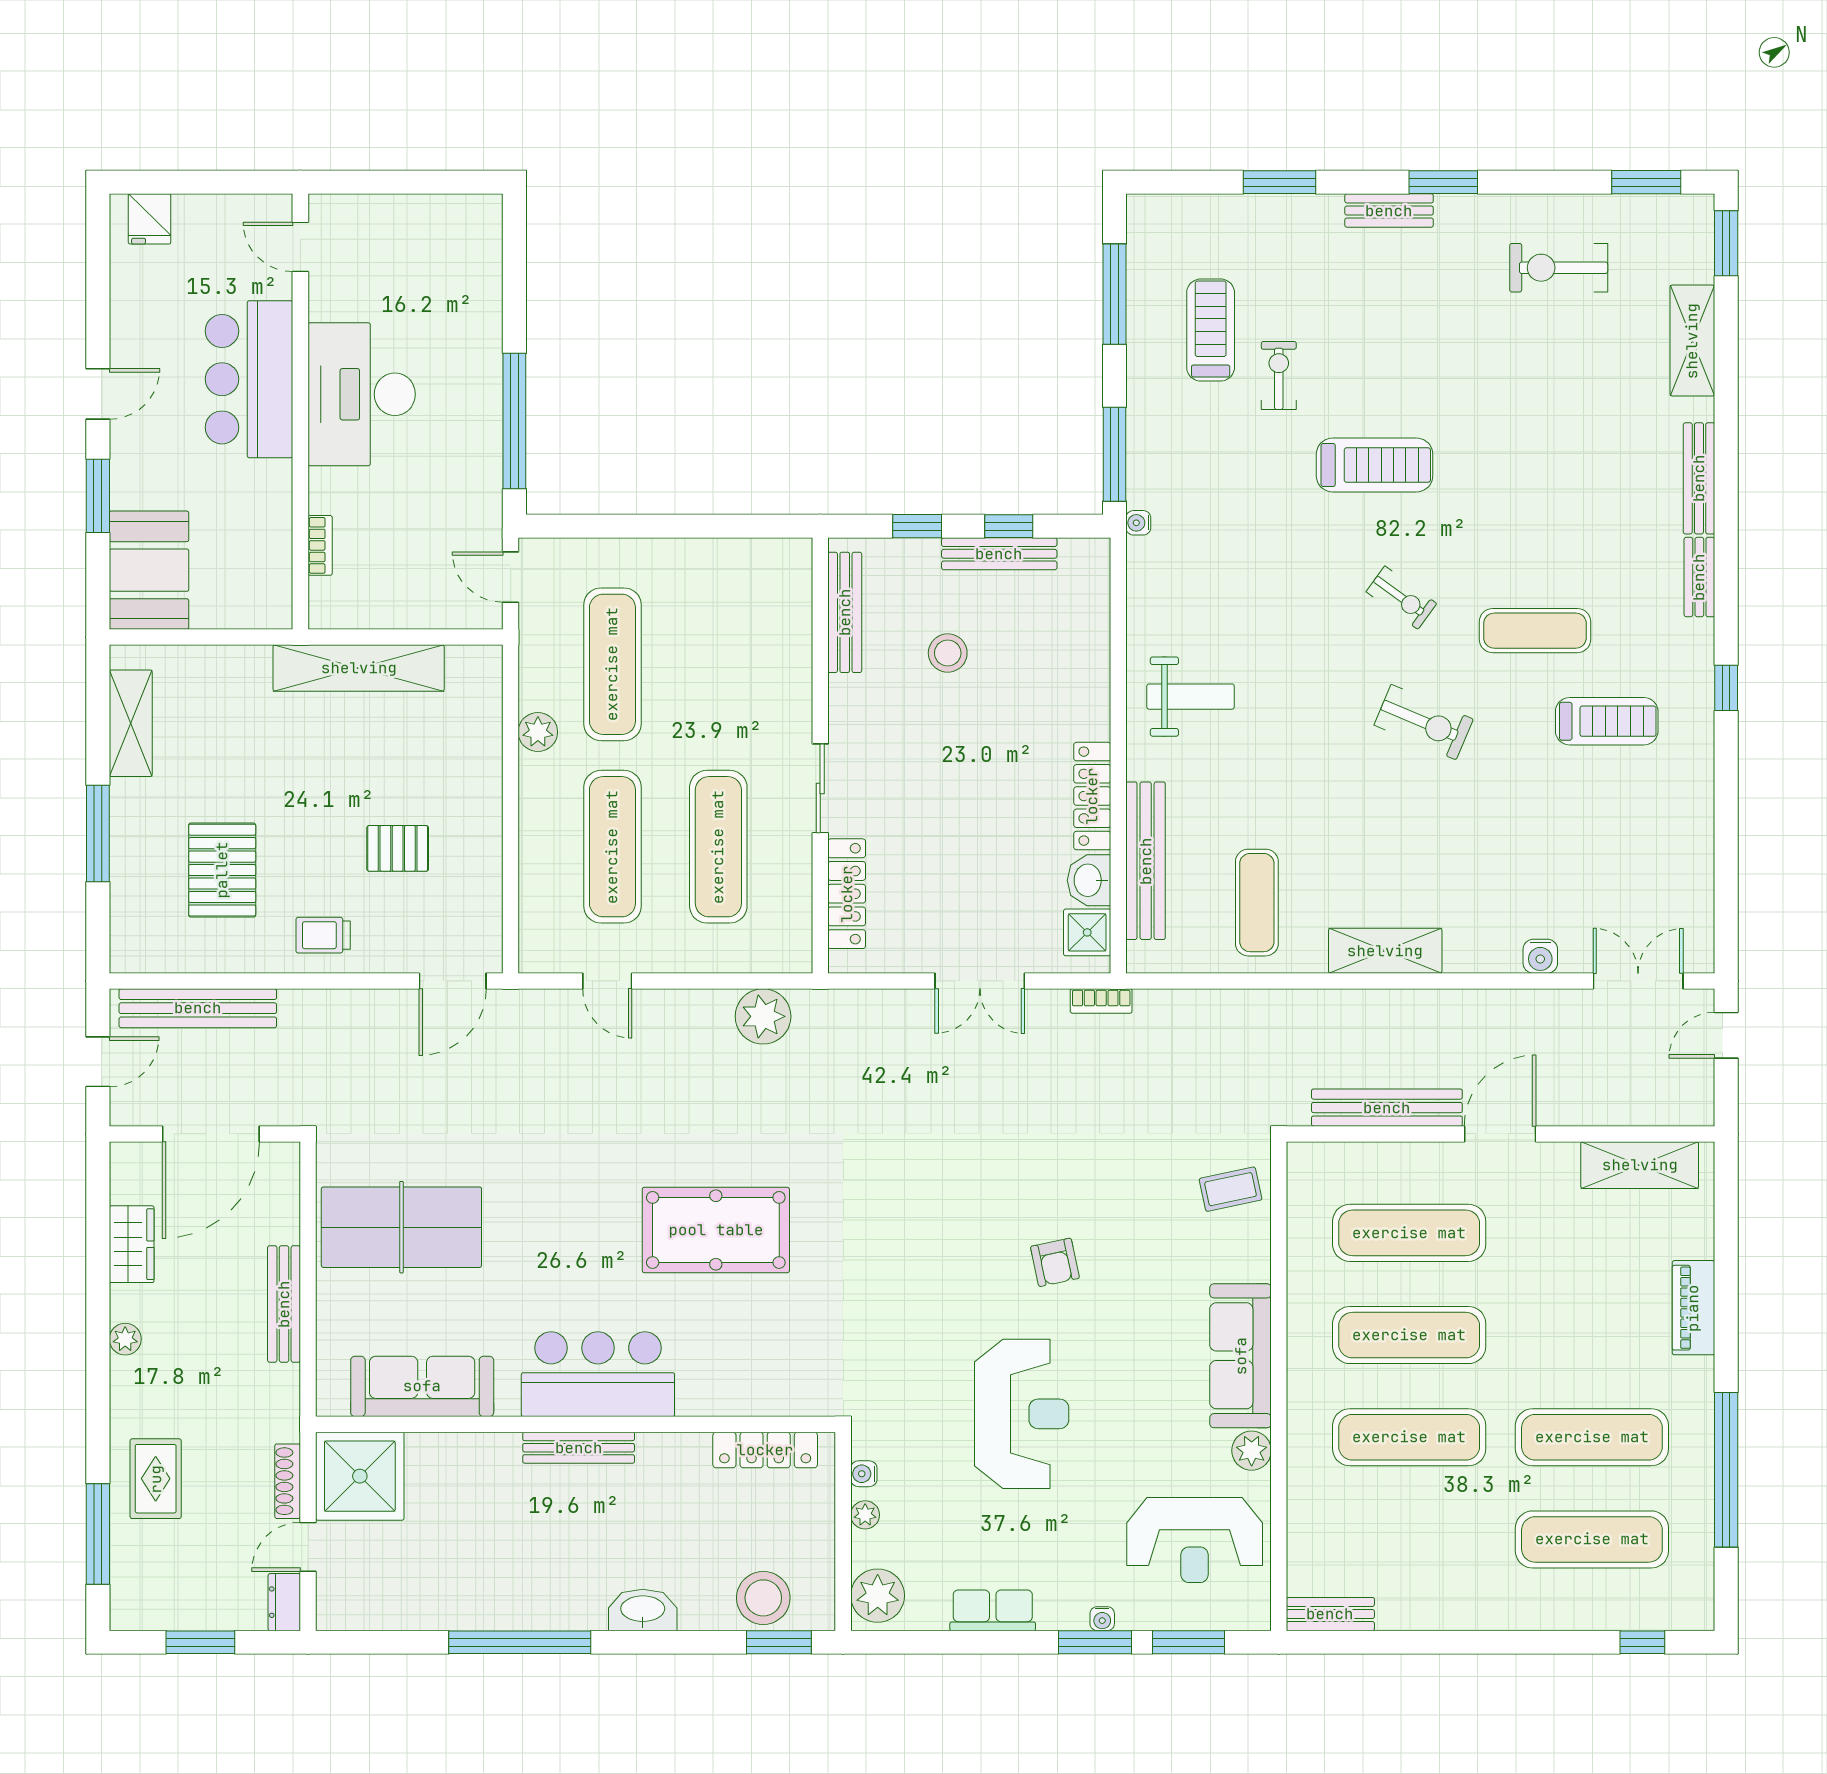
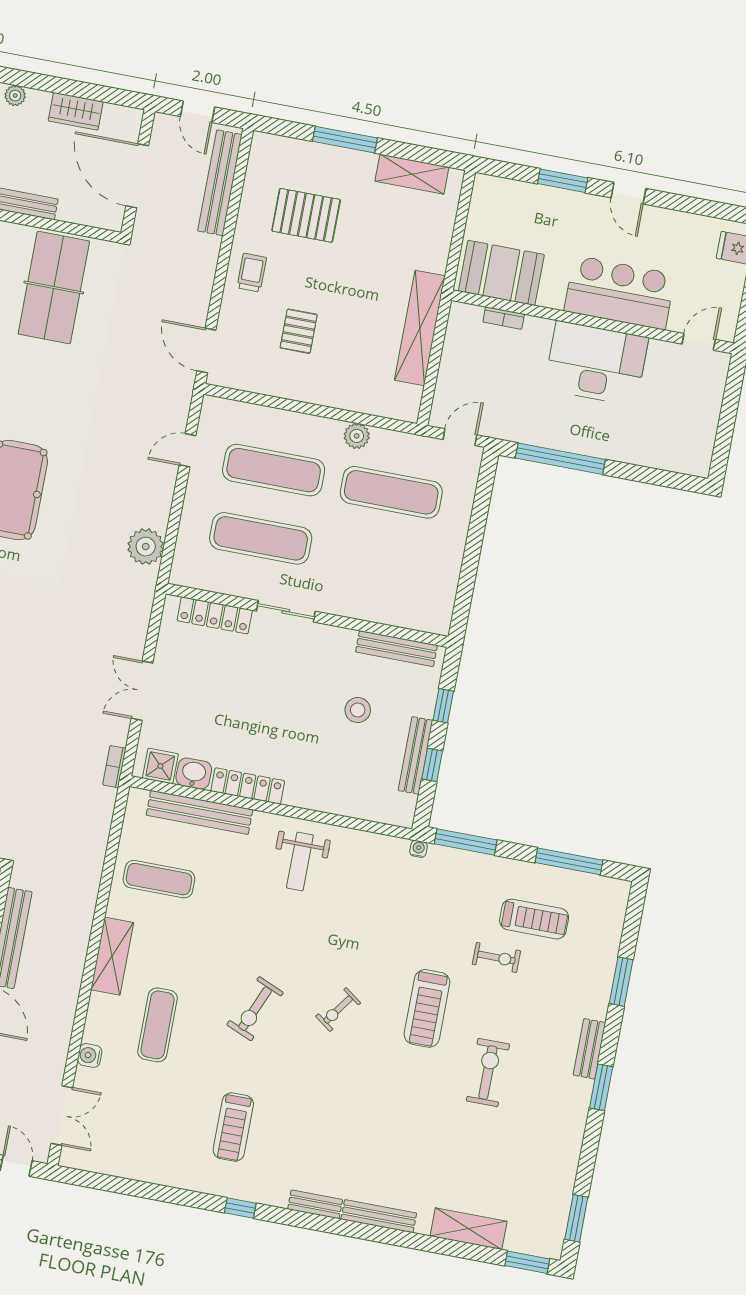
exercise bike: (1559, 268) -> (488, 1073), moved
booth: (149, 570) -> (501, 273), moved
exercise mat: (1535, 631) -> (158, 1025), moved

